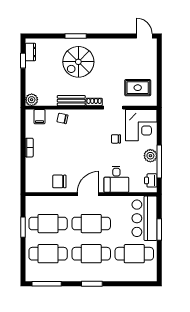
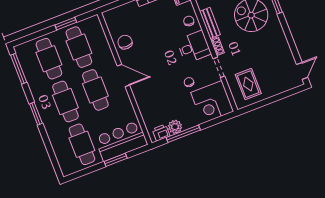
plant: (150, 156) -> (175, 127), moved
desk: (116, 179) -> (194, 47), moved, turned 180

